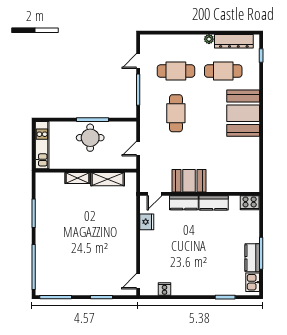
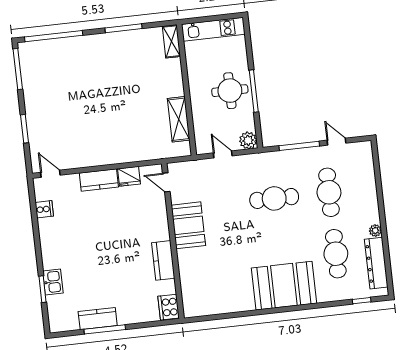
plant: (130, 128) -> (248, 140), added
shelving: (78, 178) -> (171, 41), moved
kitchen counter: (184, 203) -> (99, 180), moved, turned -90
kitchen sink: (253, 282) -> (53, 282), moved, turned 90

